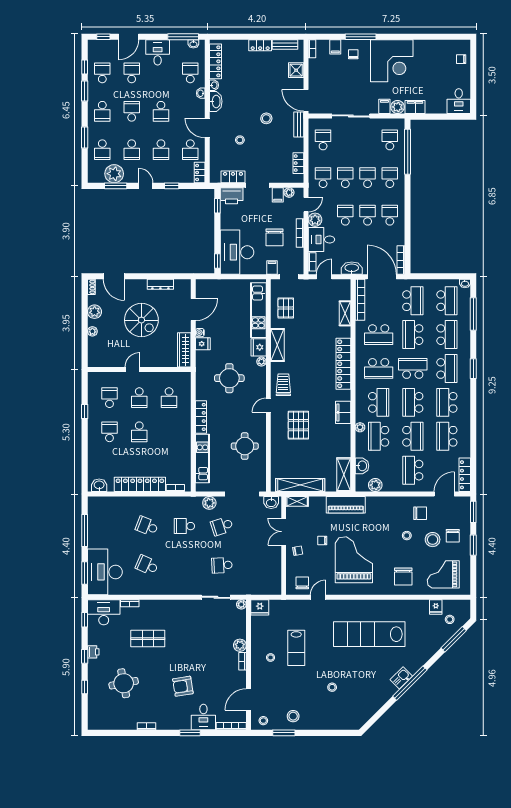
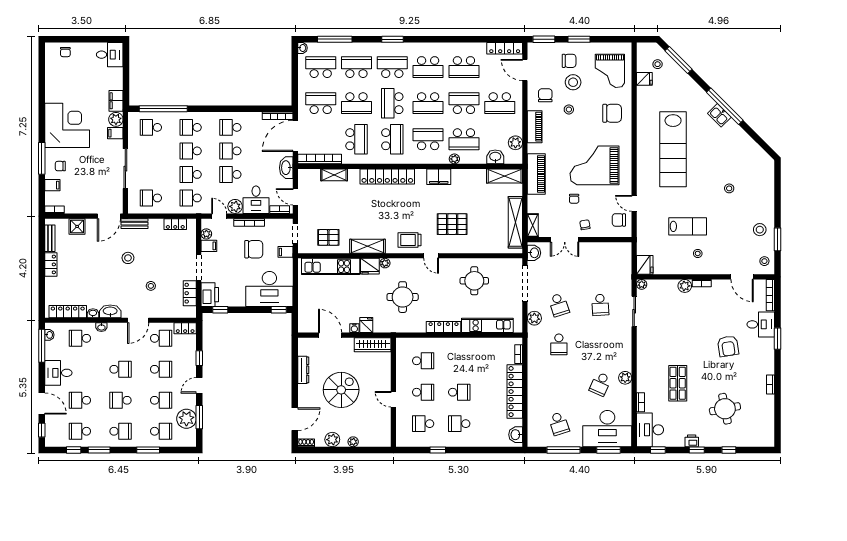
piano: (391, 503) -> (535, 127), added
school desk: (147, 526) -> (559, 424), moved, turned -39
plant: (153, 589) -> (625, 378), added

